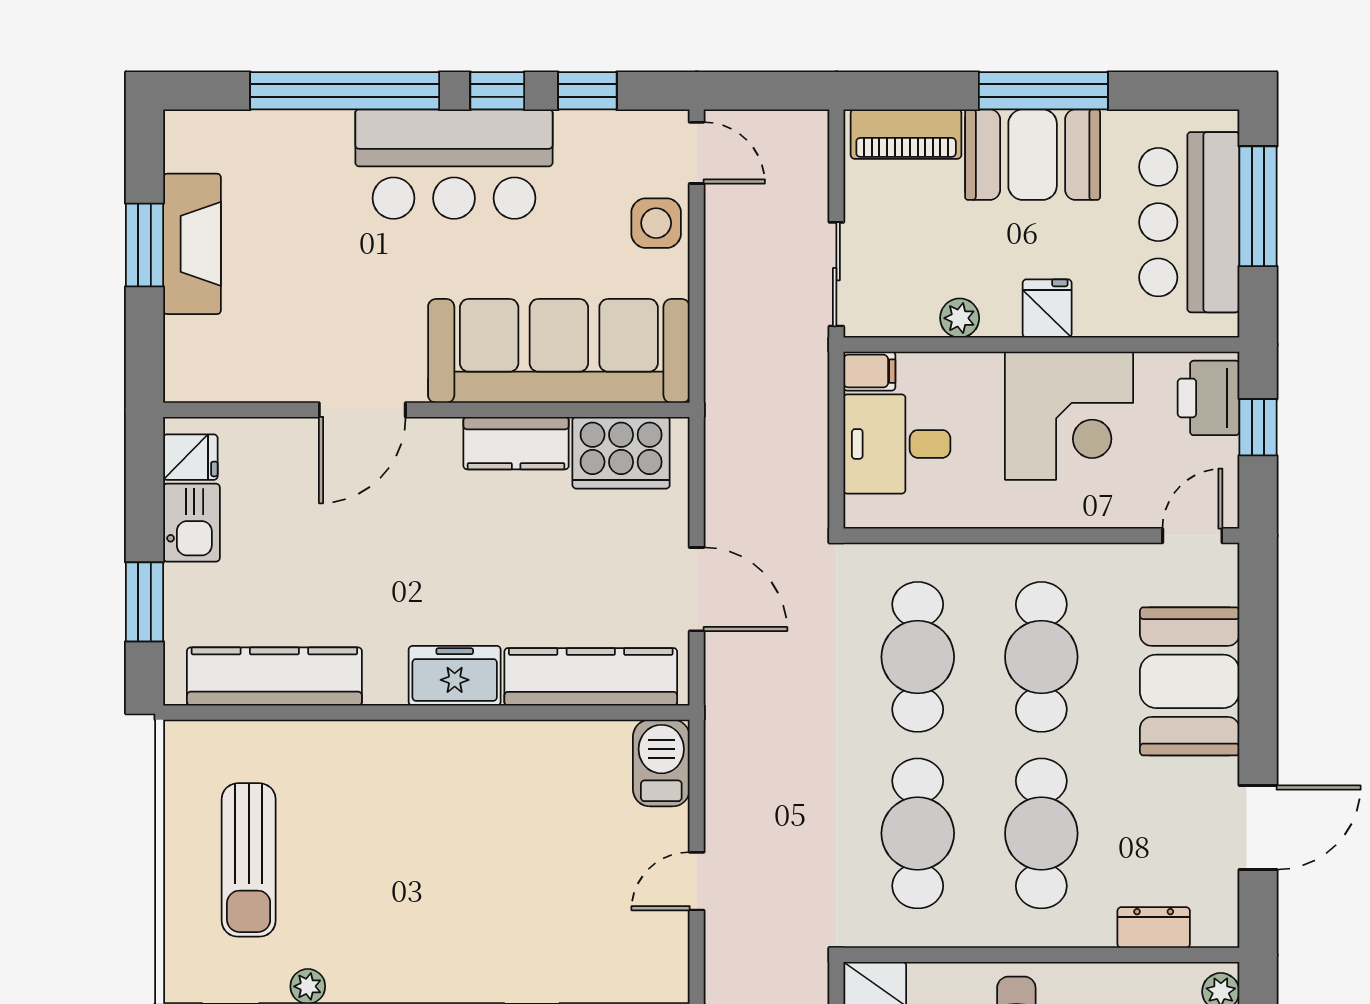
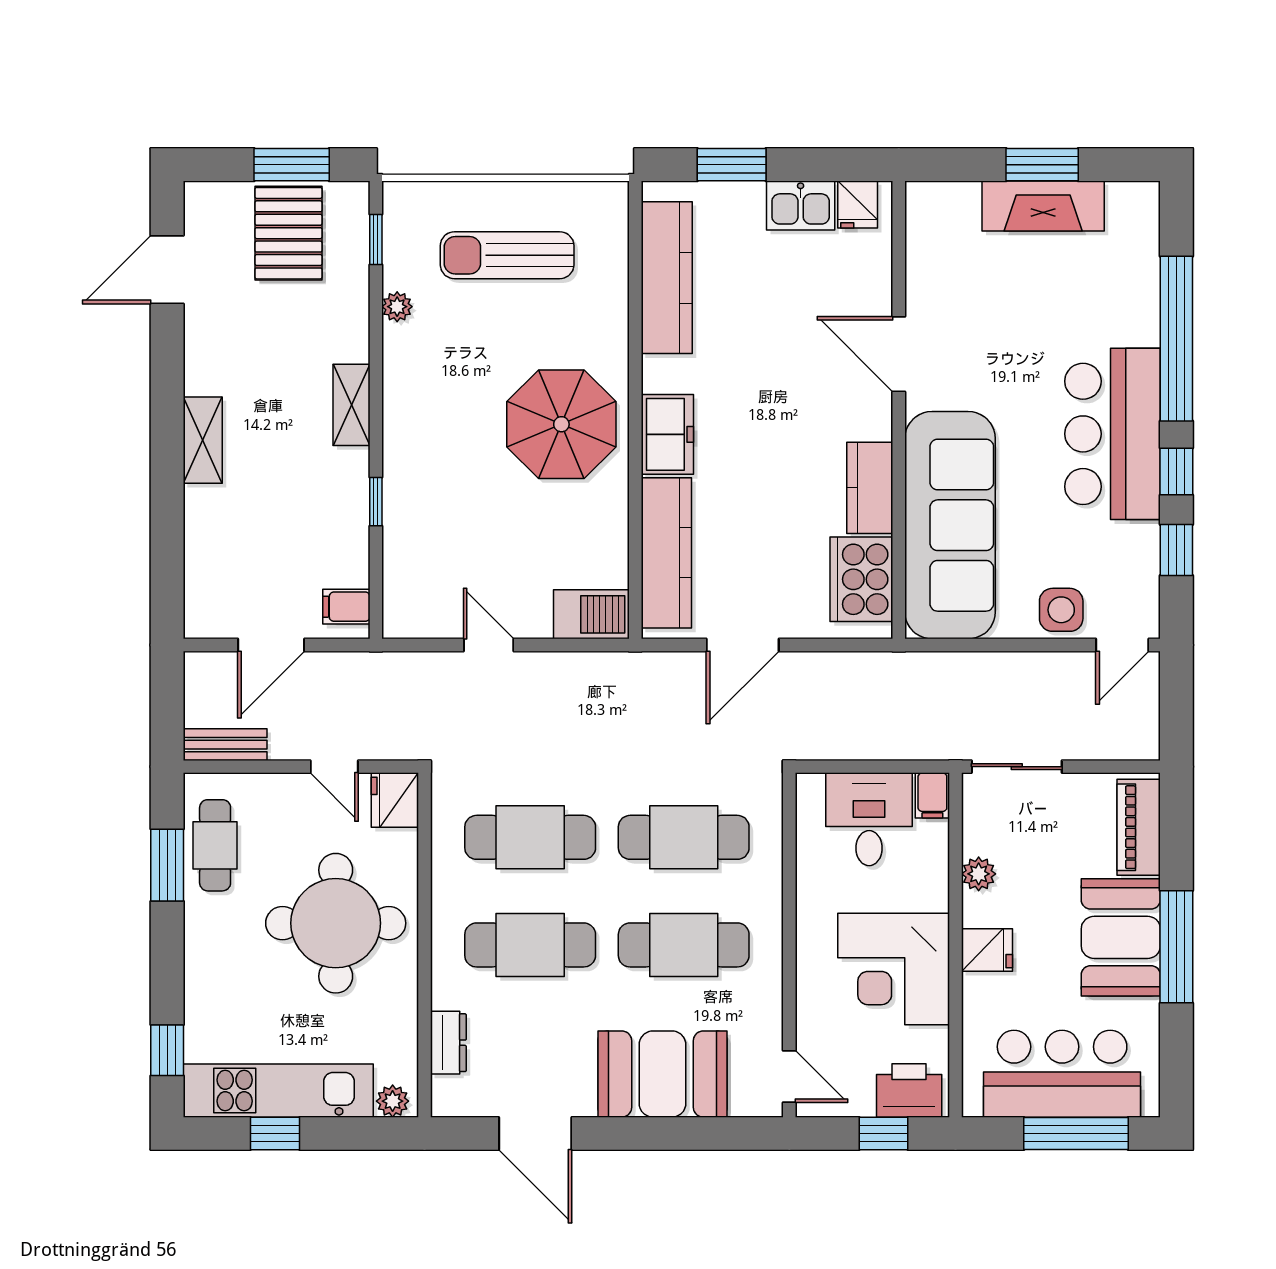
parasol: (443, 798) -> (561, 424), added

